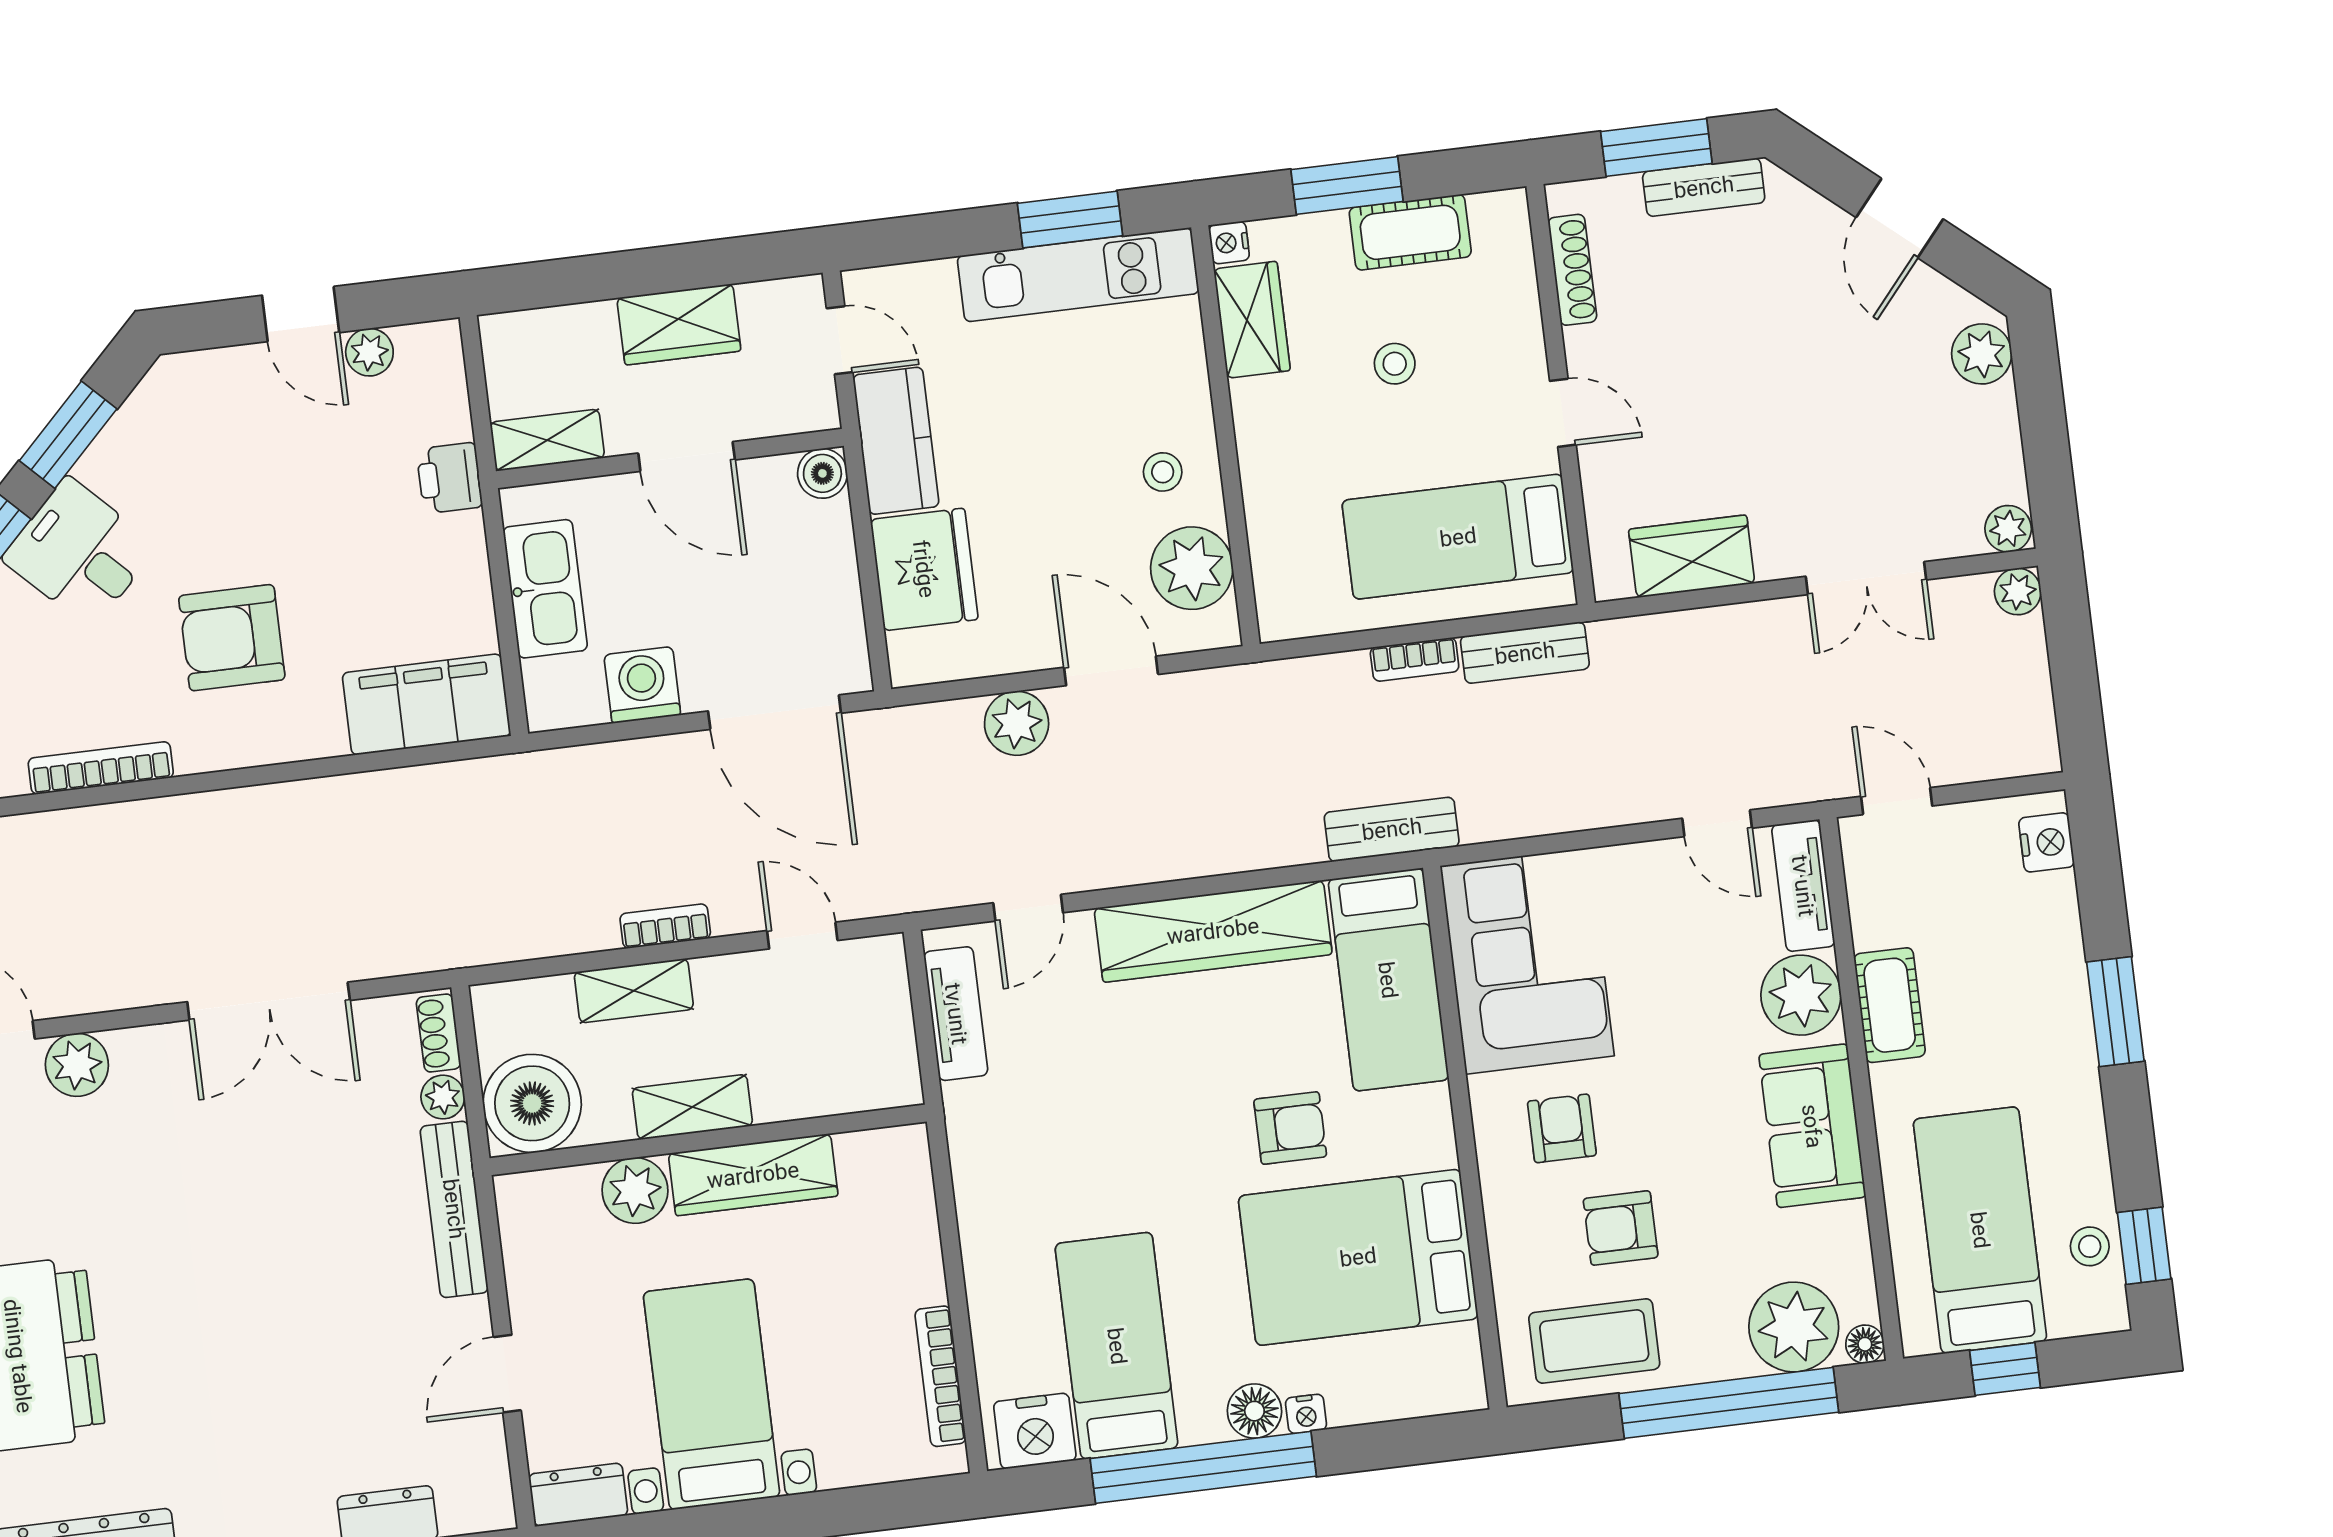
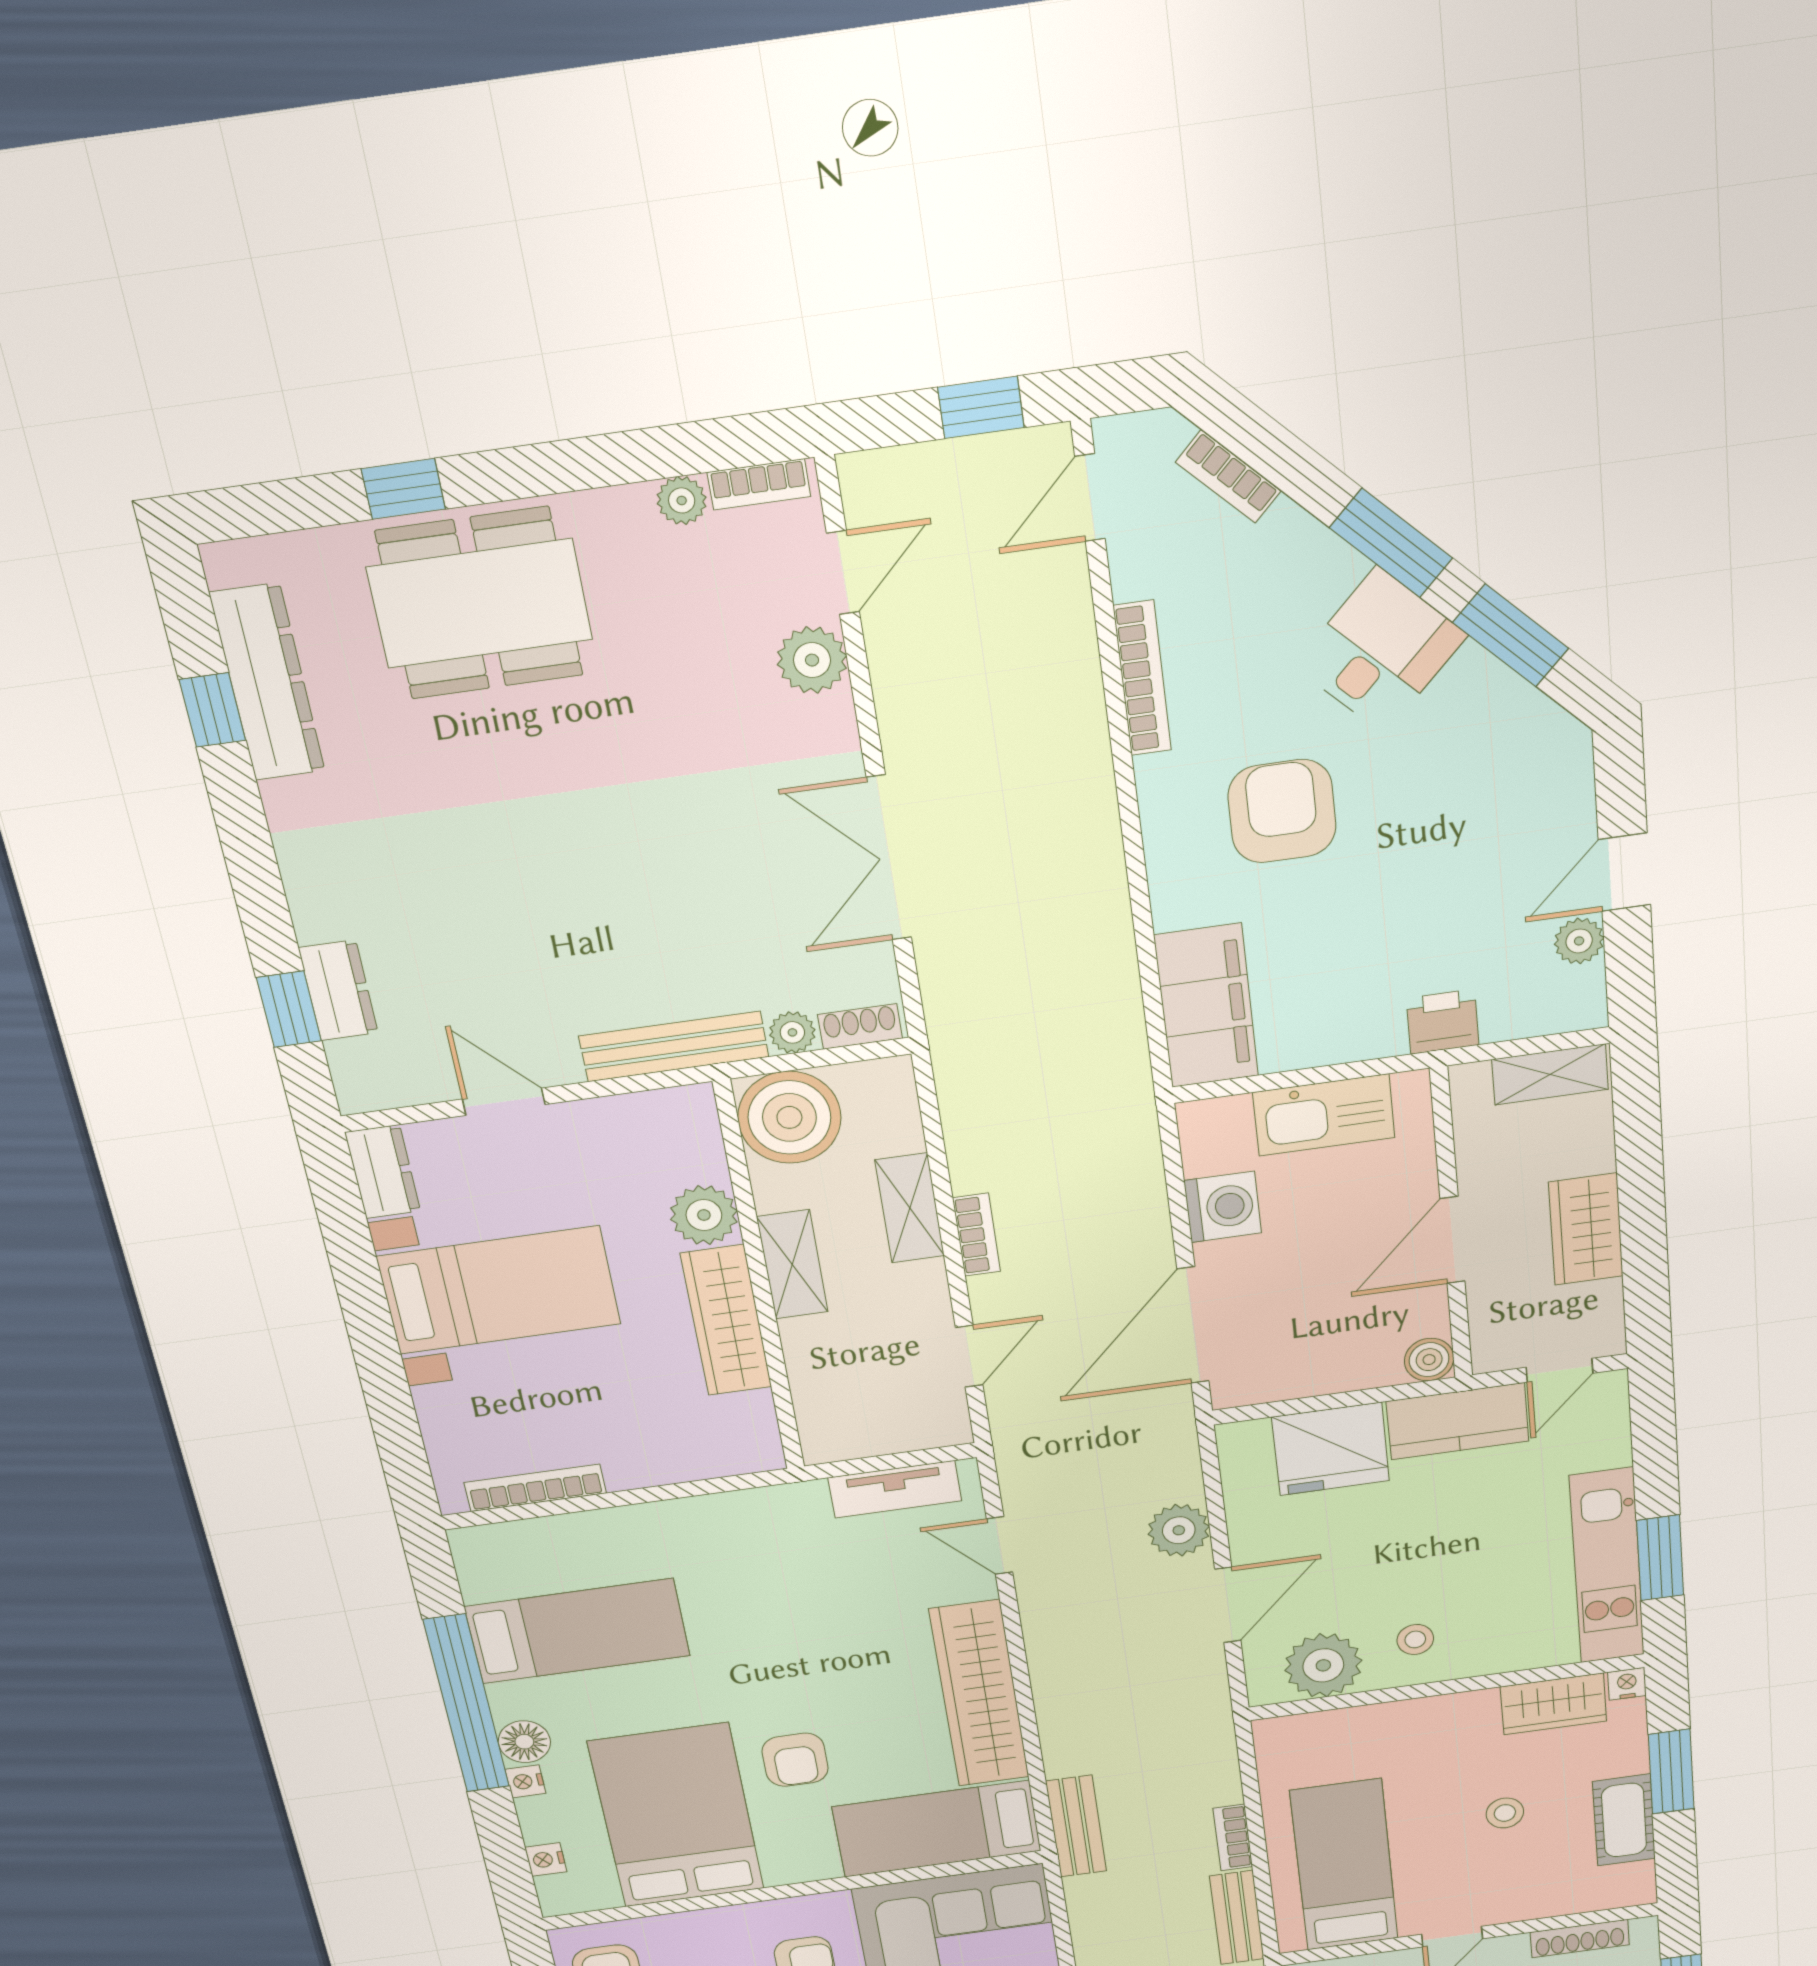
shelving: (547, 440) -> (1550, 1074), moved, turned 90
nightstand: (1035, 1431) -> (546, 1859), moved, width x0.53, depth x0.56

